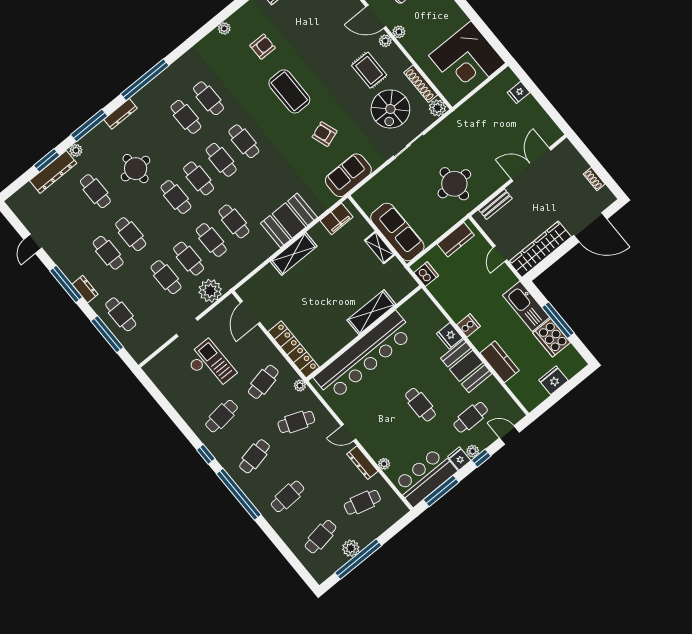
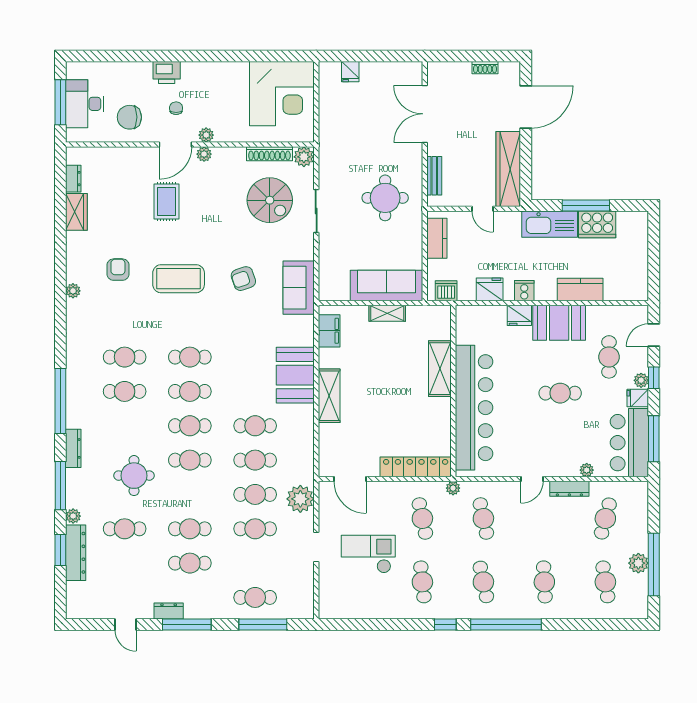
rug: (369, 70) -> (166, 202), moved, turned 90
dresser: (85, 289) -> (169, 611), moved
fridge: (553, 380) -> (490, 289), moved, turned 90
cafe table: (296, 422) -> (483, 518), turned -33

